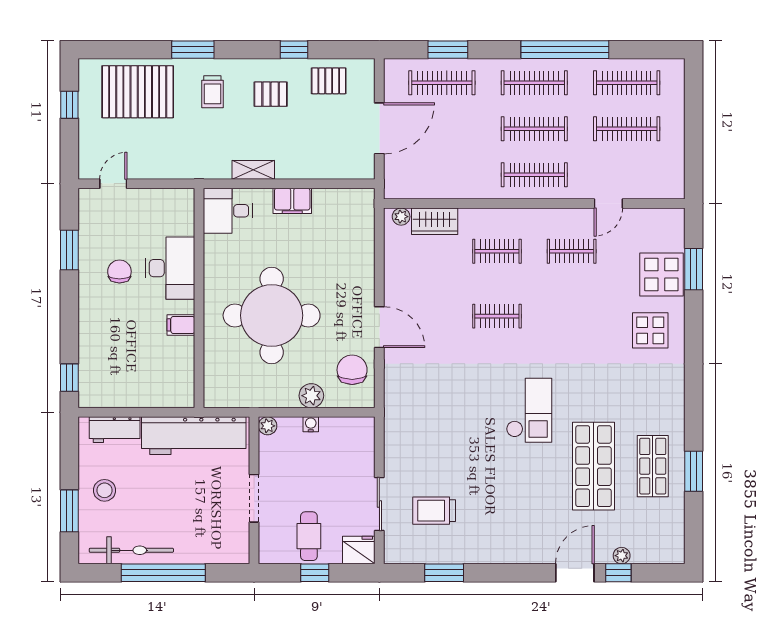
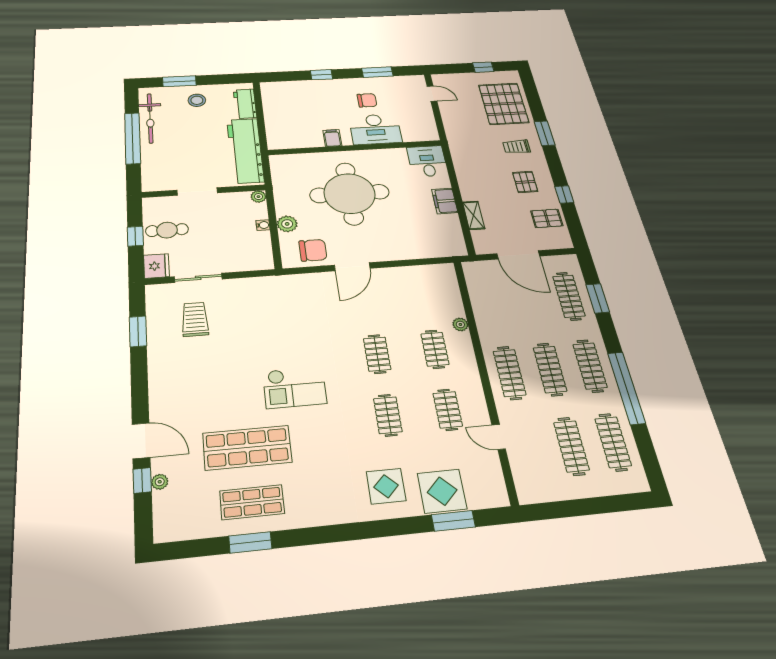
pallet: (329, 81) -> (547, 218), turned 90
shelving: (253, 170) -> (474, 215), moved
plant: (401, 217) -> (460, 324), moved
wardrobe: (435, 221) -> (451, 300), removed
clothes rail: (572, 316) -> (388, 415), added
window: (69, 378) -> (321, 75), moved

